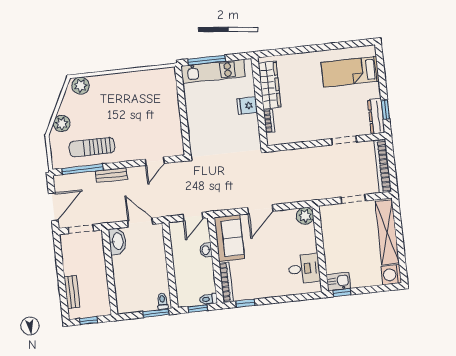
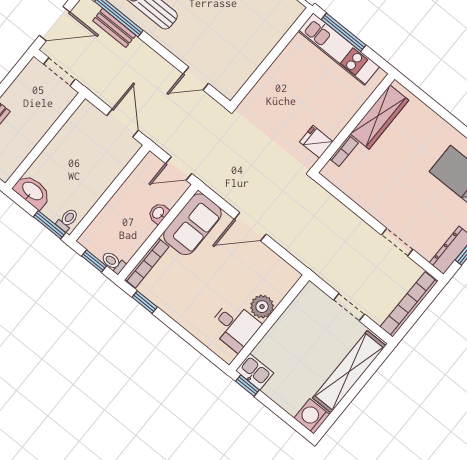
fridge: (247, 106) -> (316, 142), moved
bench: (111, 175) -> (114, 28), moved
plant: (305, 216) -> (262, 307), moved
washbasin: (117, 241) -> (32, 191), moved, turned -90

